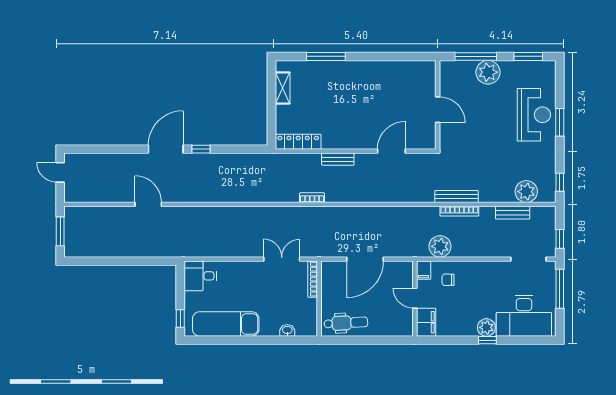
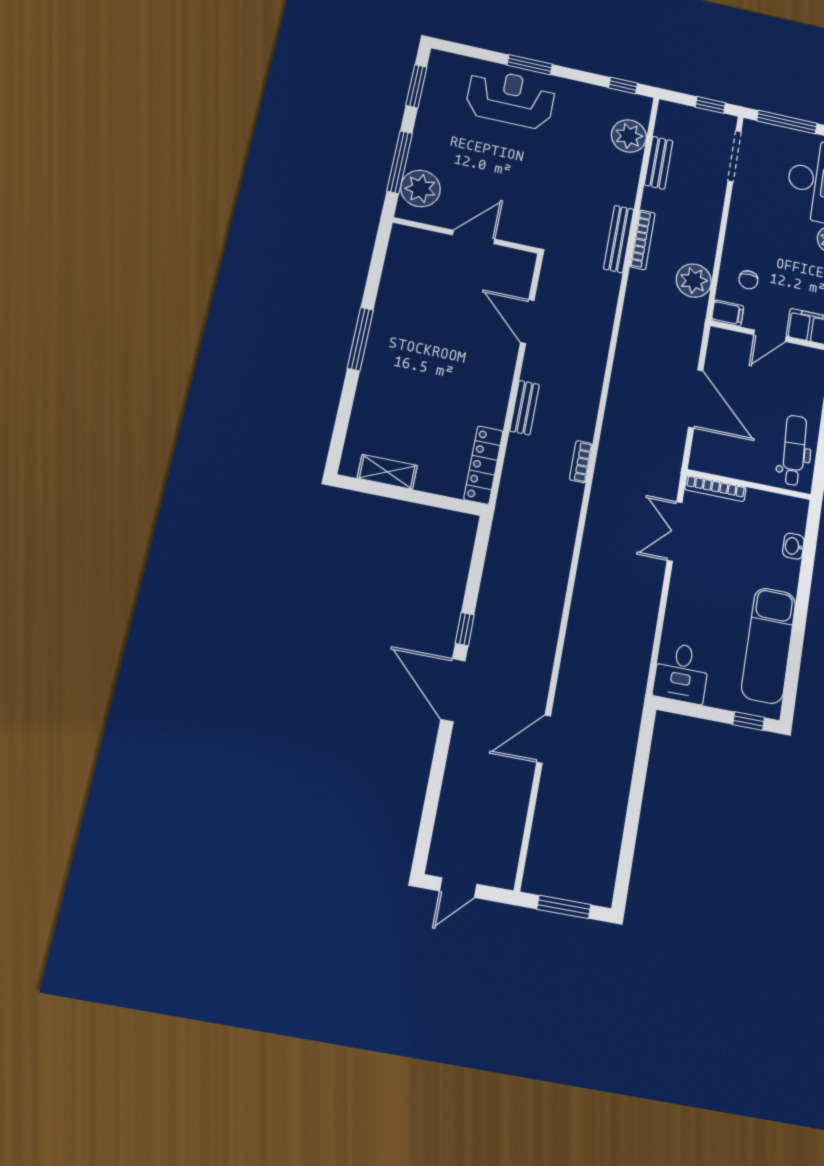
window: (326, 56) -> (360, 339), moved
plant: (488, 72) -> (420, 188), moved

